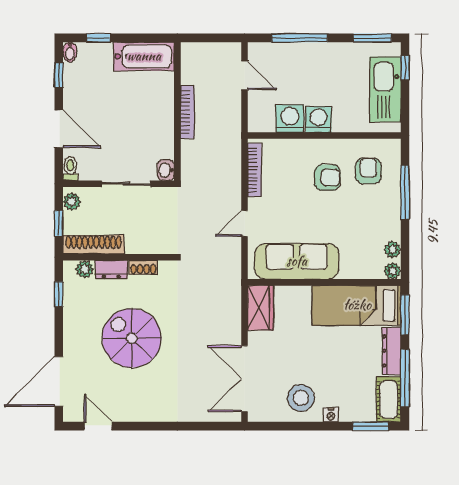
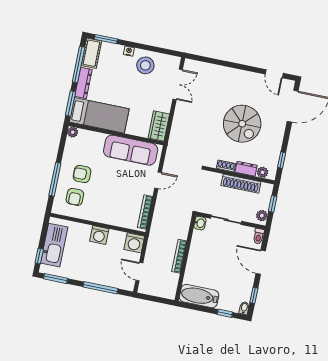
washing machine: (290, 118) -> (134, 243), moved
armchair: (327, 177) -> (82, 174), moved
shoe rack: (93, 245) -> (241, 184), moved
plant: (393, 250) -> (70, 145), removed
double door: (245, 379) -> (178, 84), width x0.73

